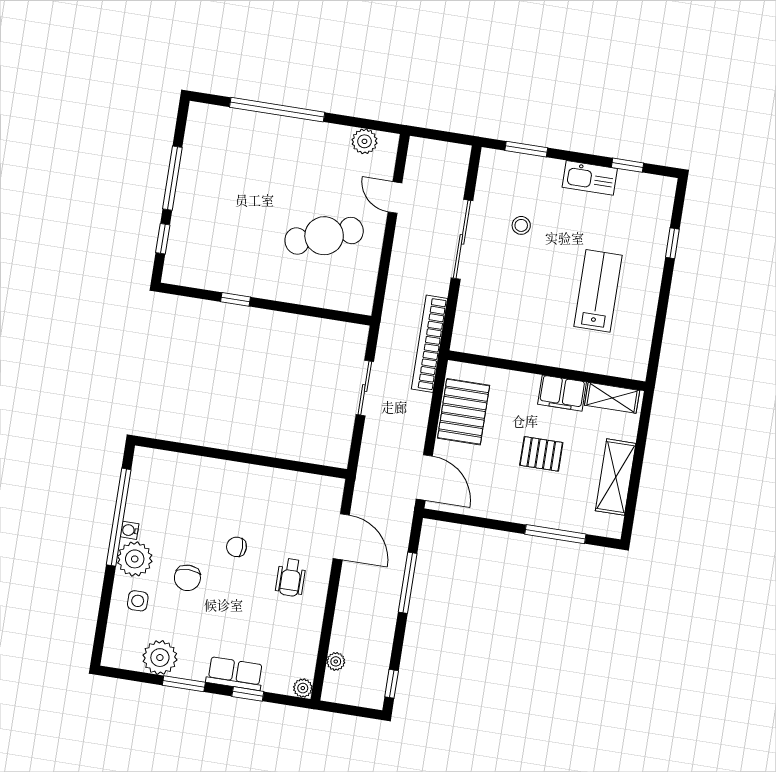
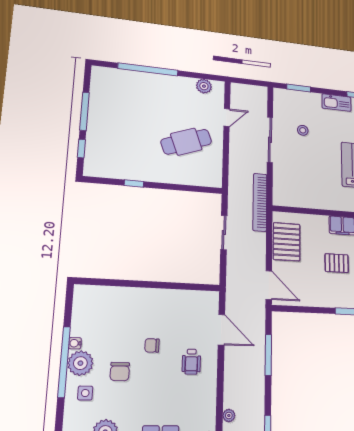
door: (395, 197) -> (227, 118), swing flipped
window: (119, 517) -> (64, 362), moved

